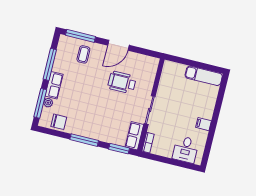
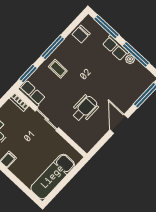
coffee table: (83, 54) -> (58, 69), moved
exam couch: (204, 76) -> (53, 177), width x1.36, depth x1.45
plant: (48, 103) -> (130, 59), moved

